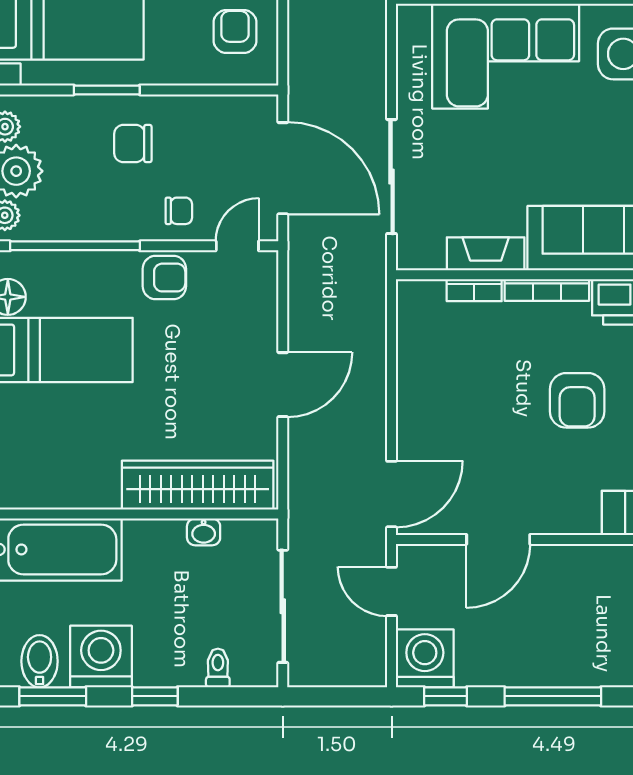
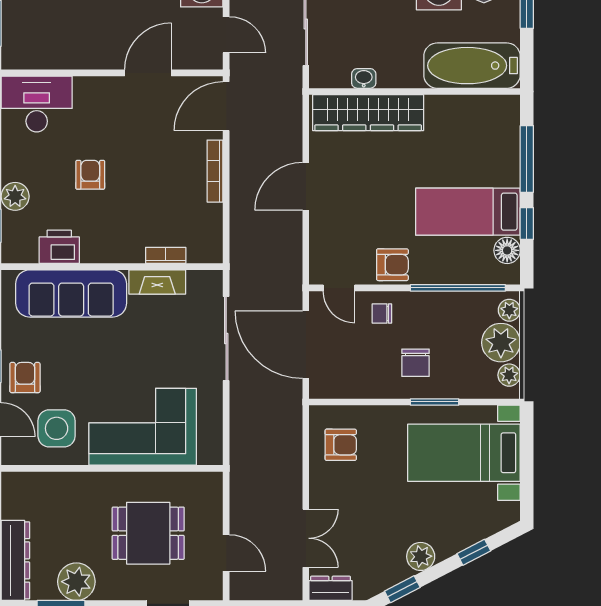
armchair: (235, 31) -> (341, 445), turned -90
chair: (133, 144) -> (415, 363), turned 90
door: (237, 246) -> (339, 288), hinge flipped
armchair: (164, 278) -> (392, 265), turned 180
bookcase: (547, 290) -> (215, 171), moved, turned -90
armchair: (577, 400) -> (90, 175), width x0.72, depth x0.72

